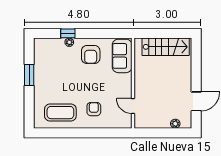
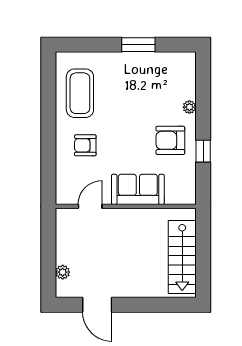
window: (68, 33) -> (203, 151), moved
sofa: (122, 56) -> (138, 189), moved
armchair: (94, 109) -> (85, 145), turned 180

